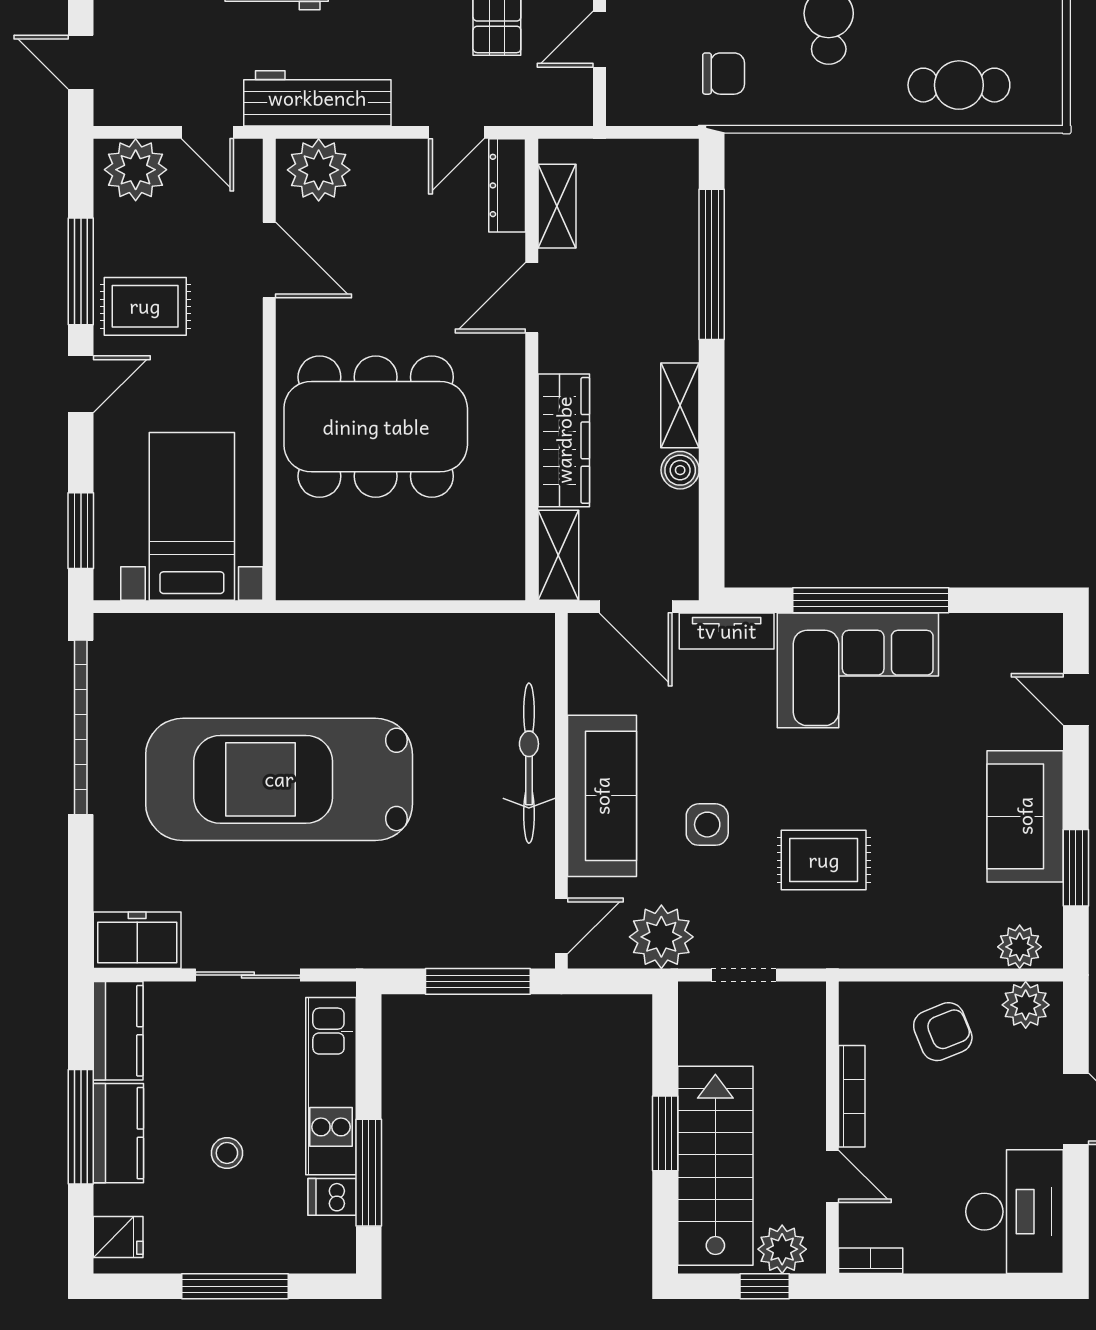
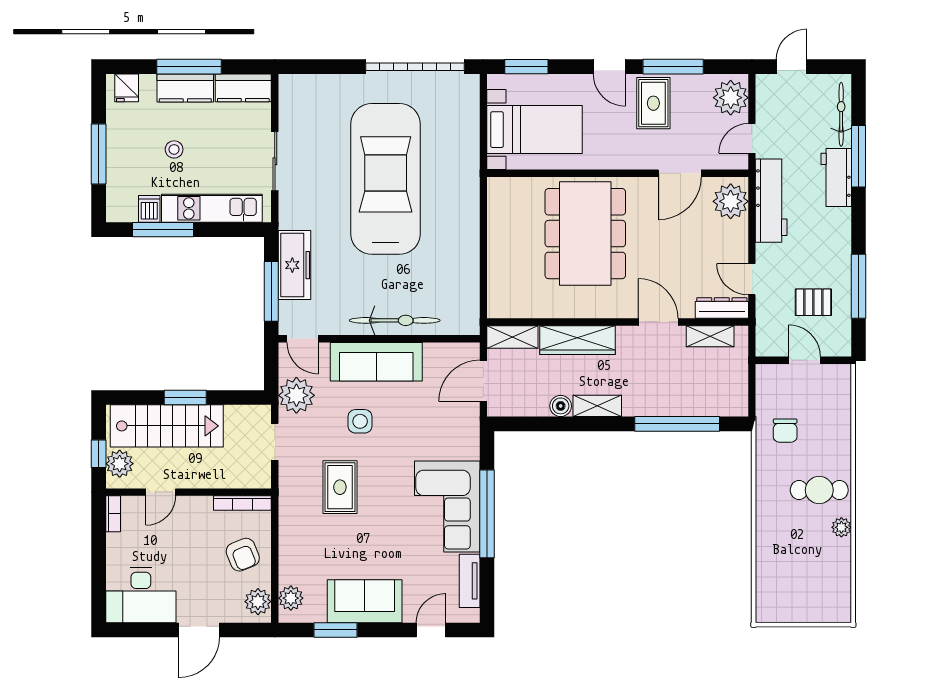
cafe table: (959, 85) -> (779, 564), removed
tv unit: (727, 631) -> (470, 581), moved
freezer: (137, 940) -> (295, 265), moved, width x1.40
bookcase: (852, 1096) -> (242, 503), moved

